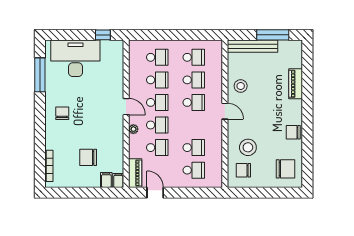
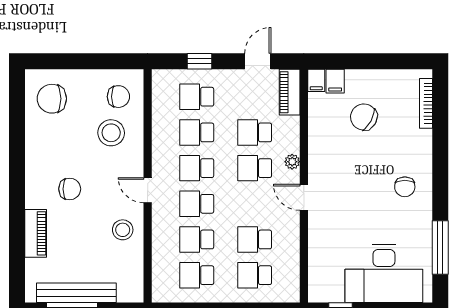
bench: (253, 46) -> (76, 293), moved
school desk: (157, 102) -> (197, 168), moved
chair: (293, 132) -> (70, 189), moved
chair: (88, 157) -> (364, 117), turned -151
door: (155, 193) -> (258, 61), swing flipped
window: (192, 193) -> (199, 61), added

